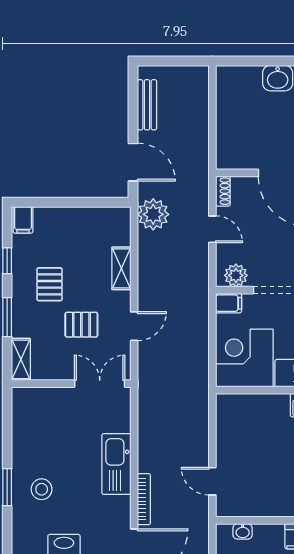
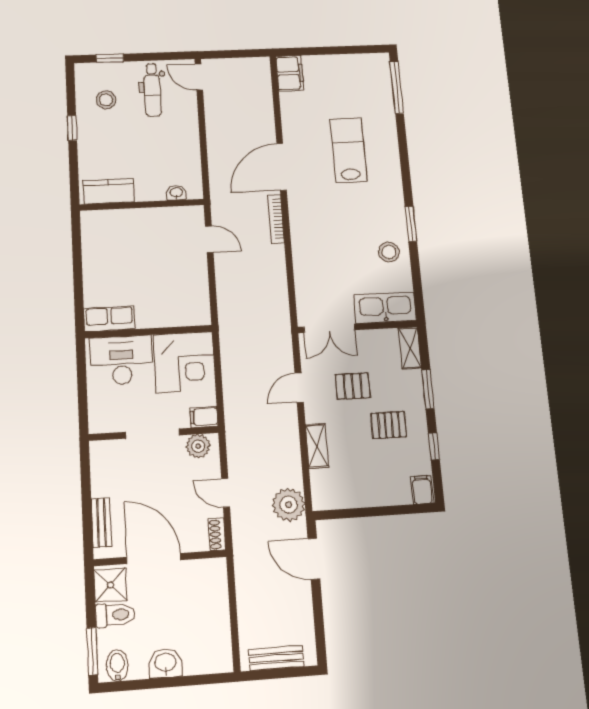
bench: (147, 105) -> (276, 658), moved, turned 90
pallet: (49, 284) -> (389, 425), turned 90
kitchen sink: (116, 464) -> (385, 308), moved, turned -90
stool: (42, 489) -> (389, 252), moved

